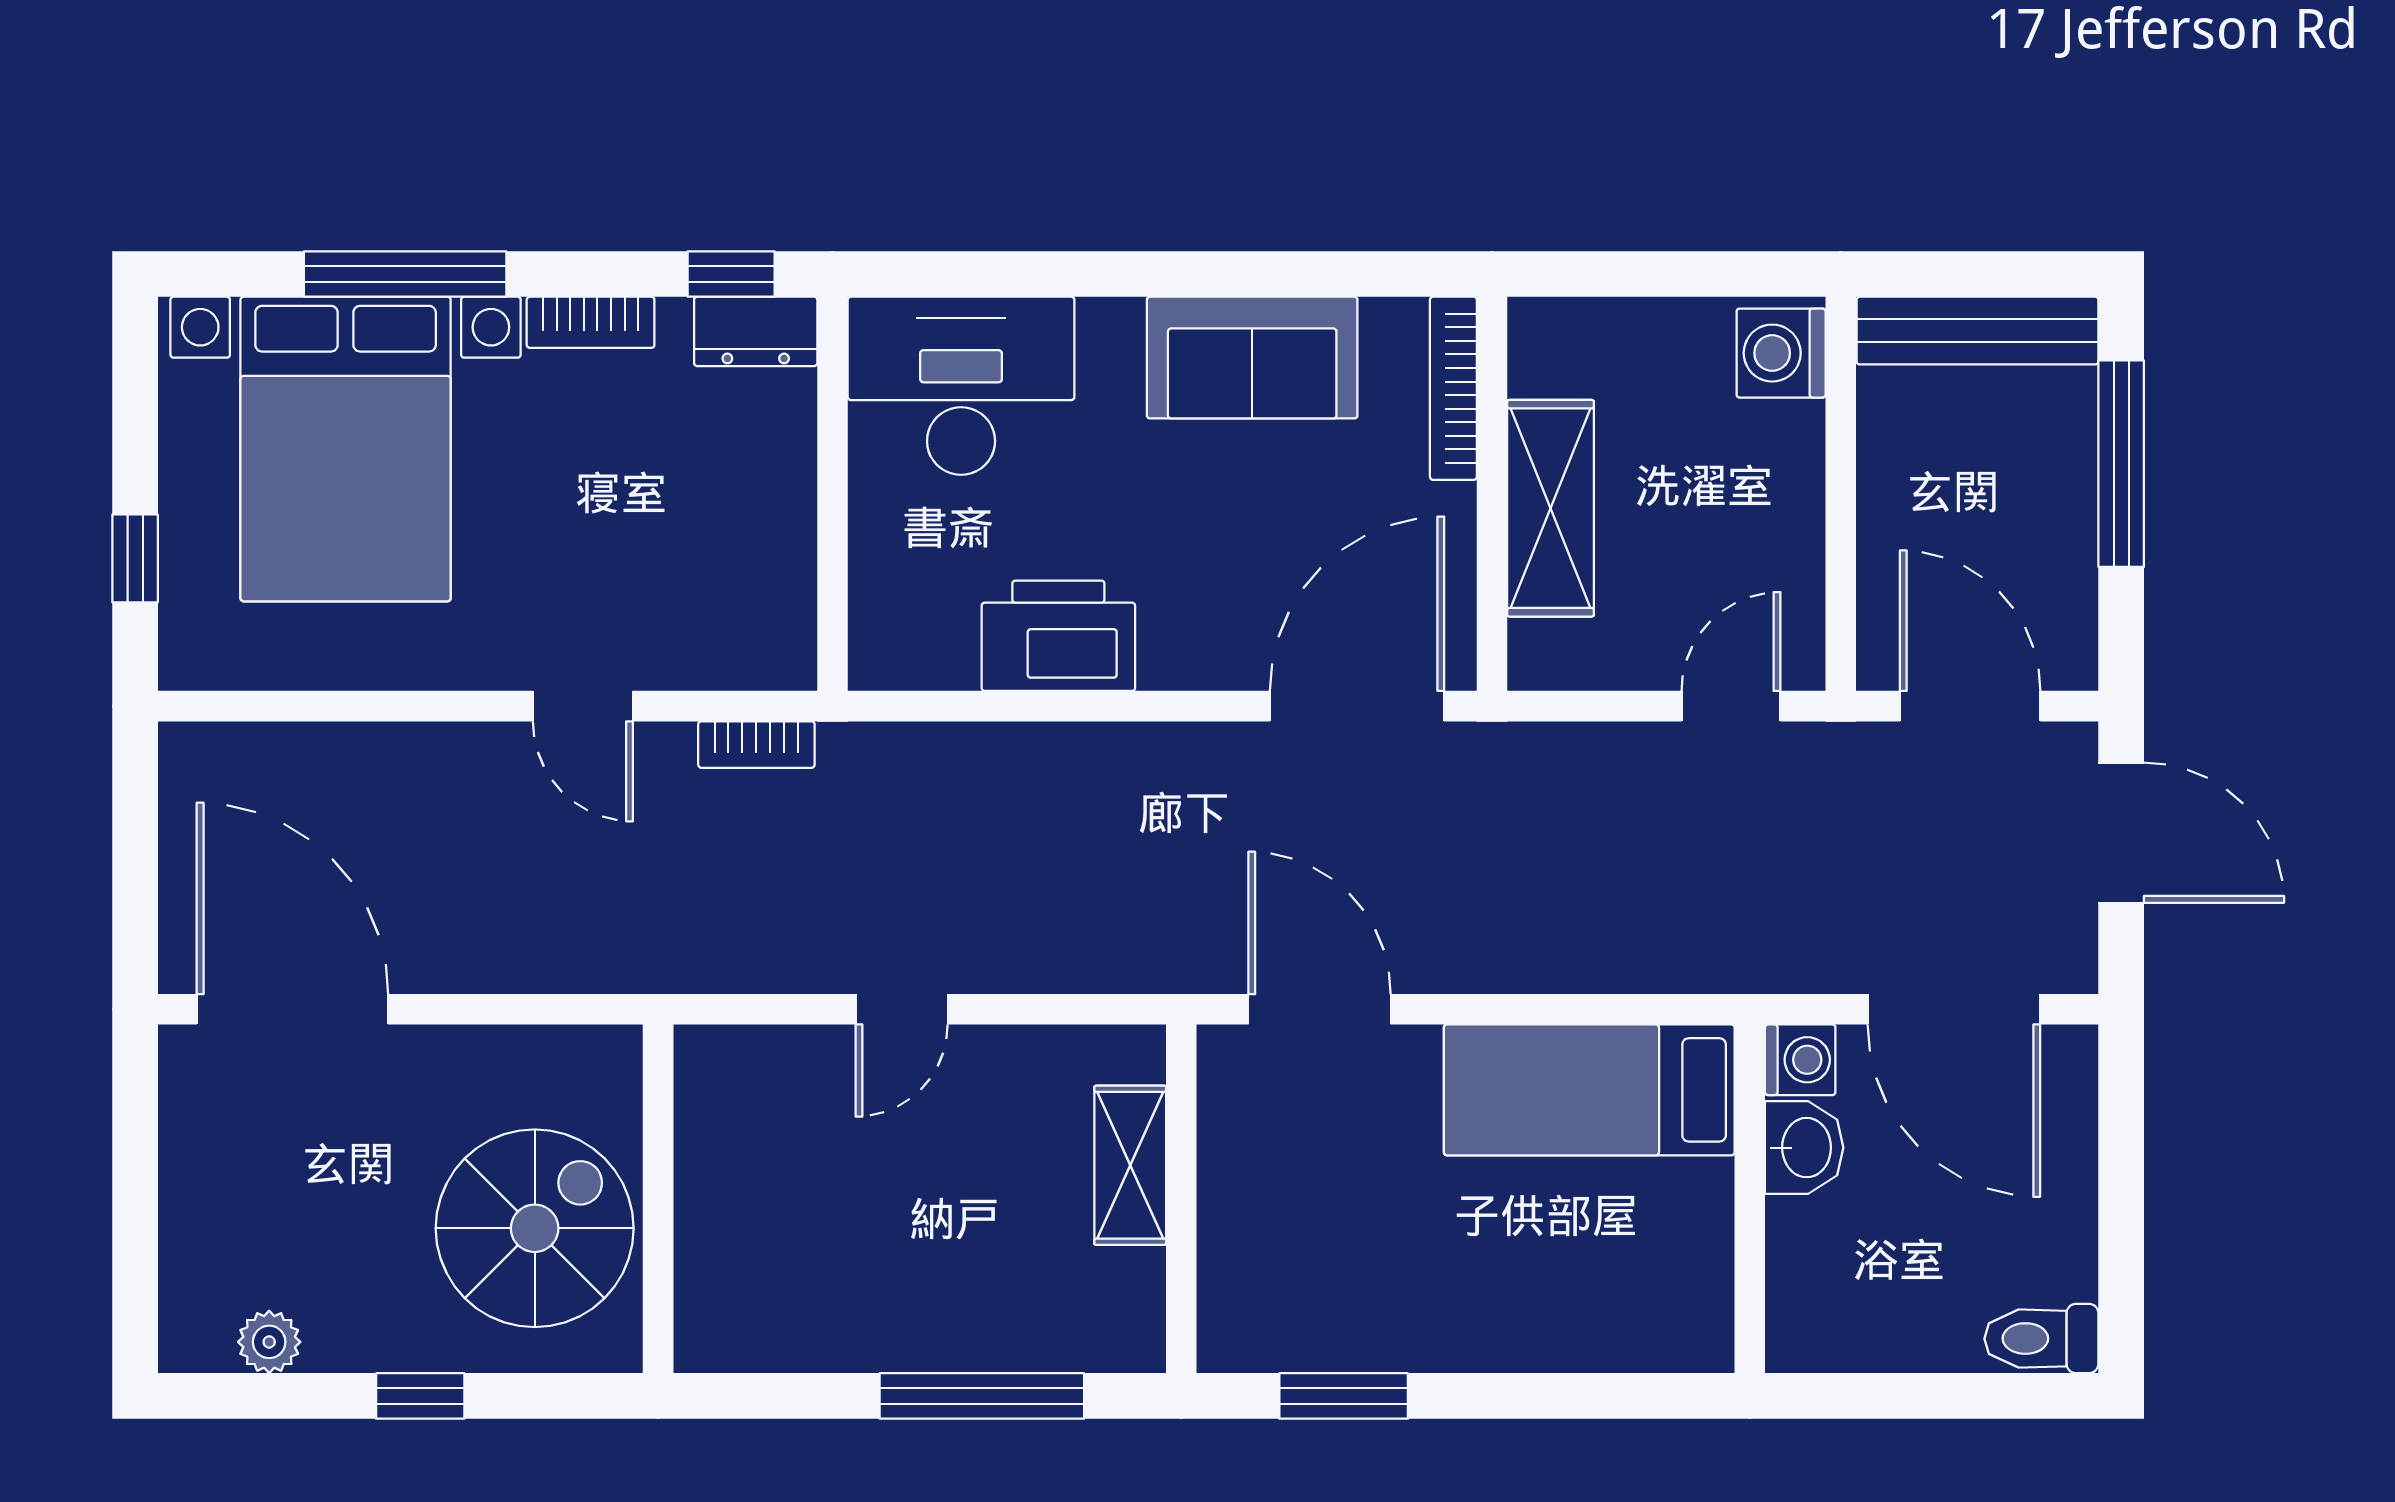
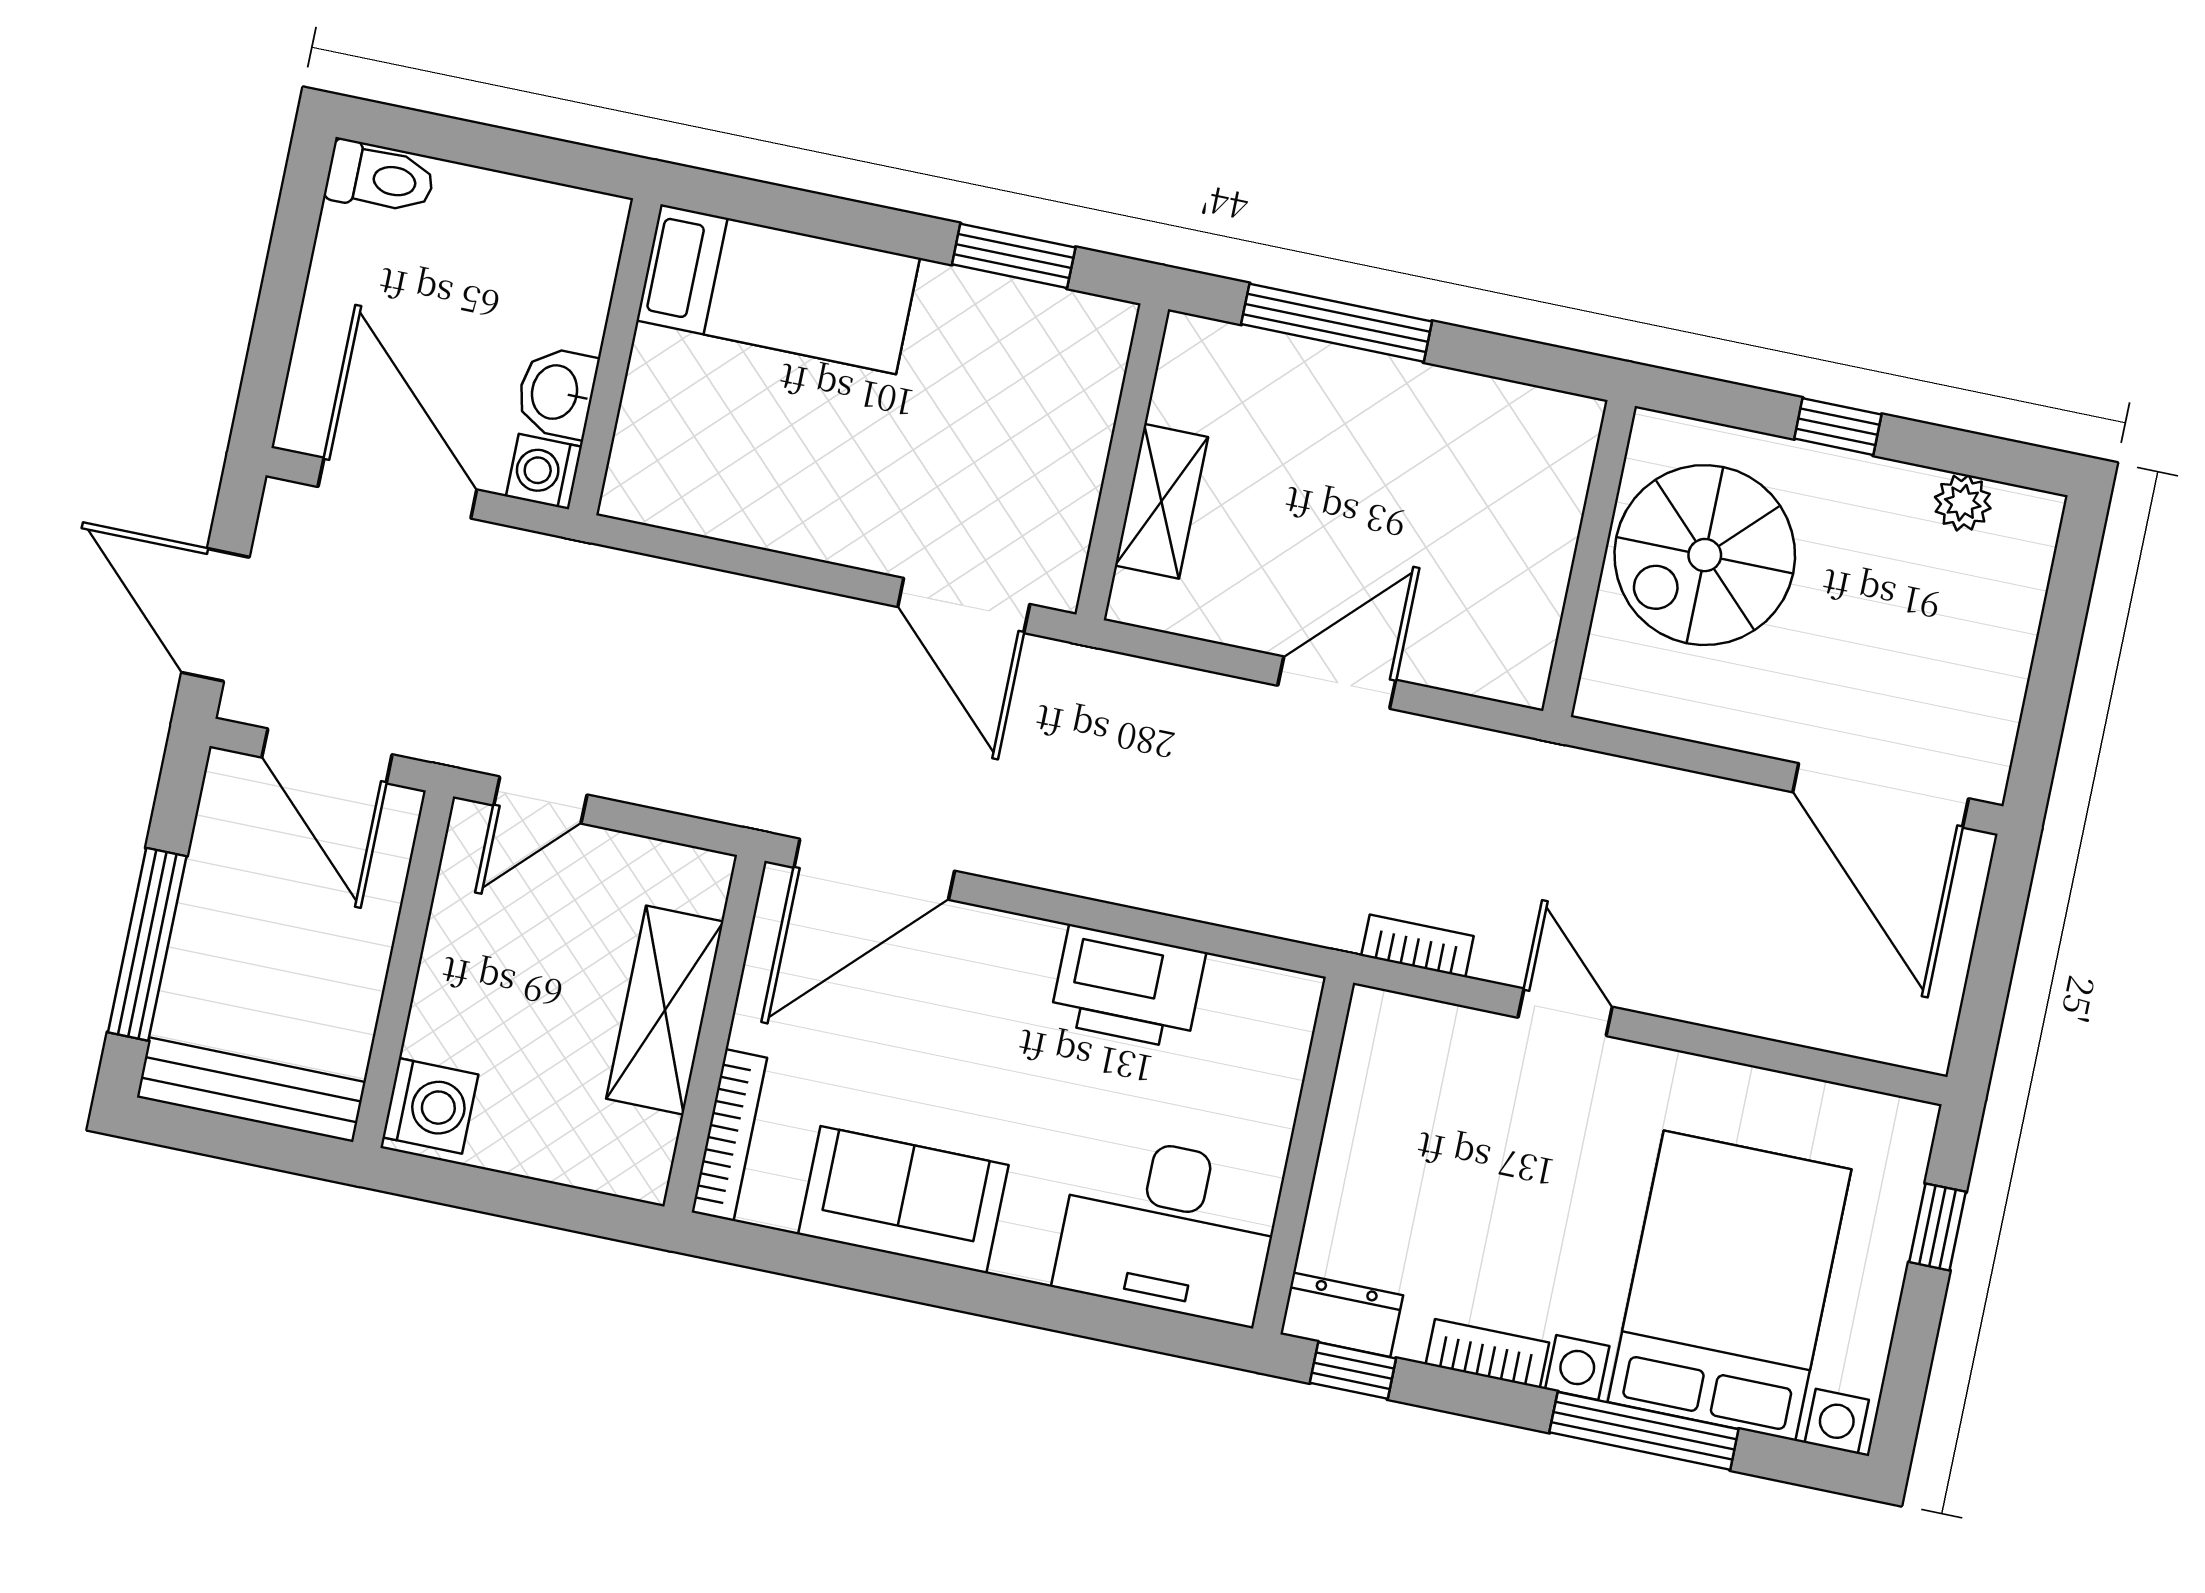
door: (902, 1009) -> (1337, 683), width x1.38
bed: (1589, 1090) -> (778, 289), moved

